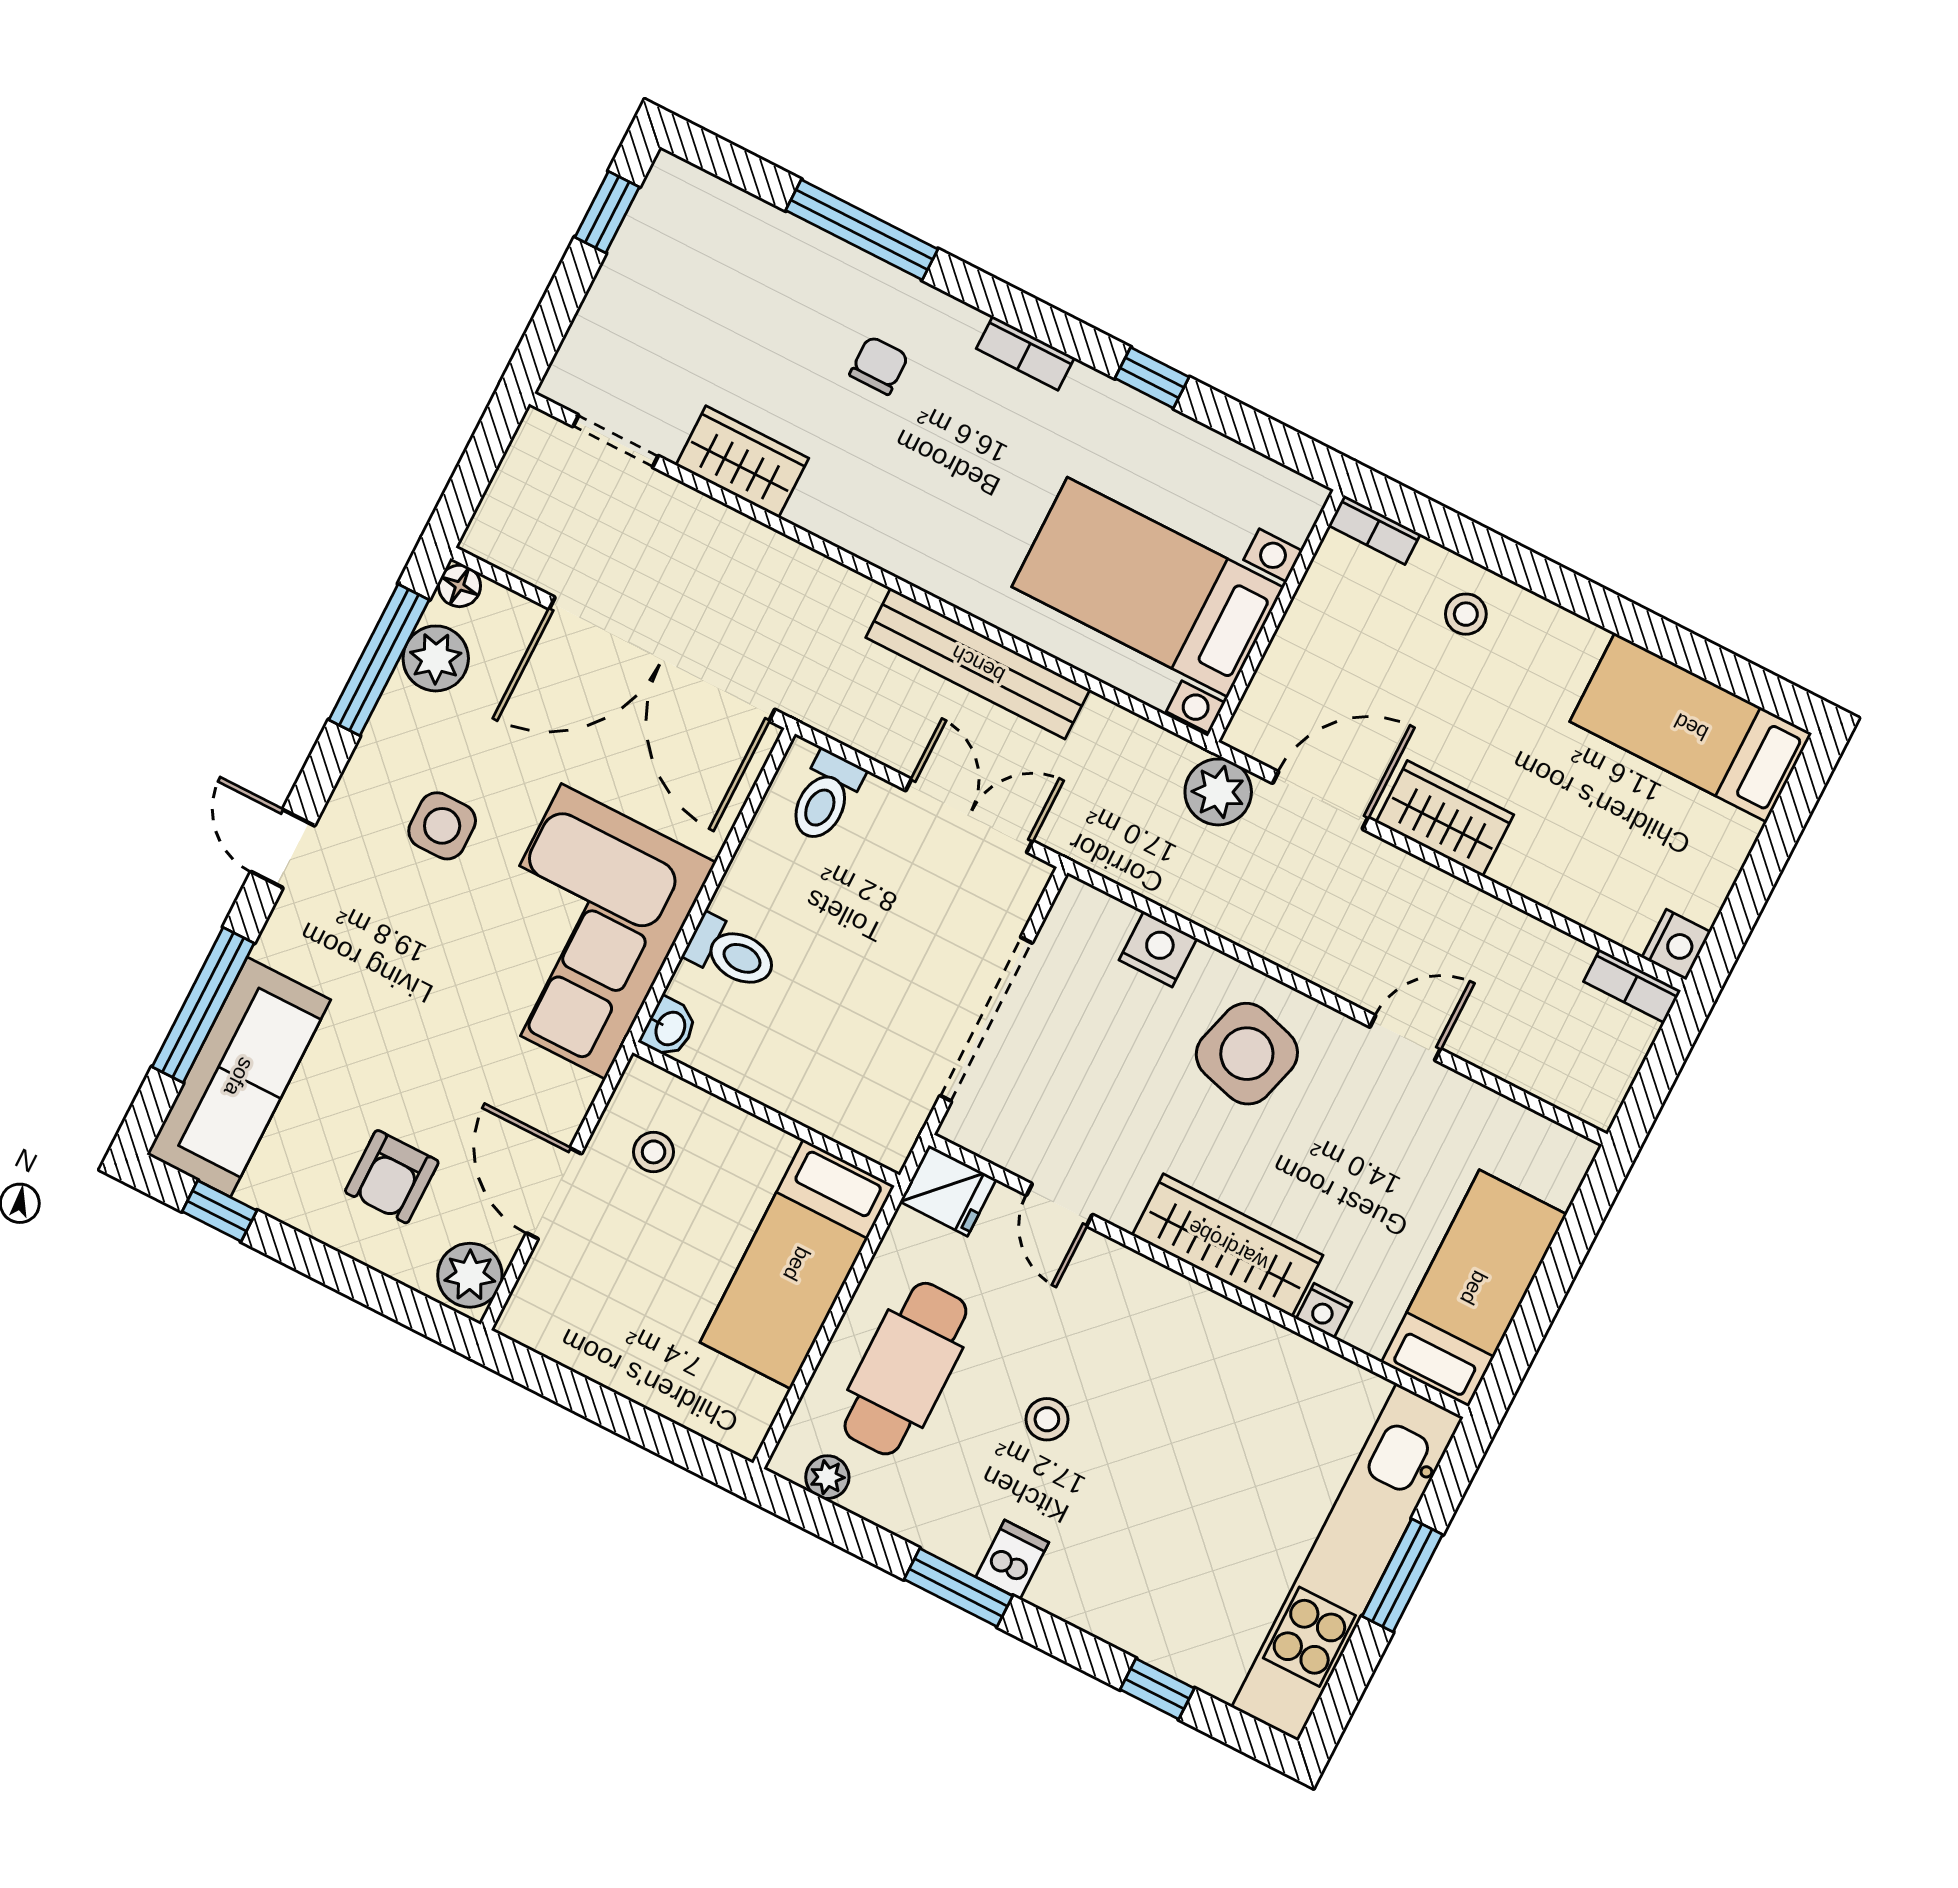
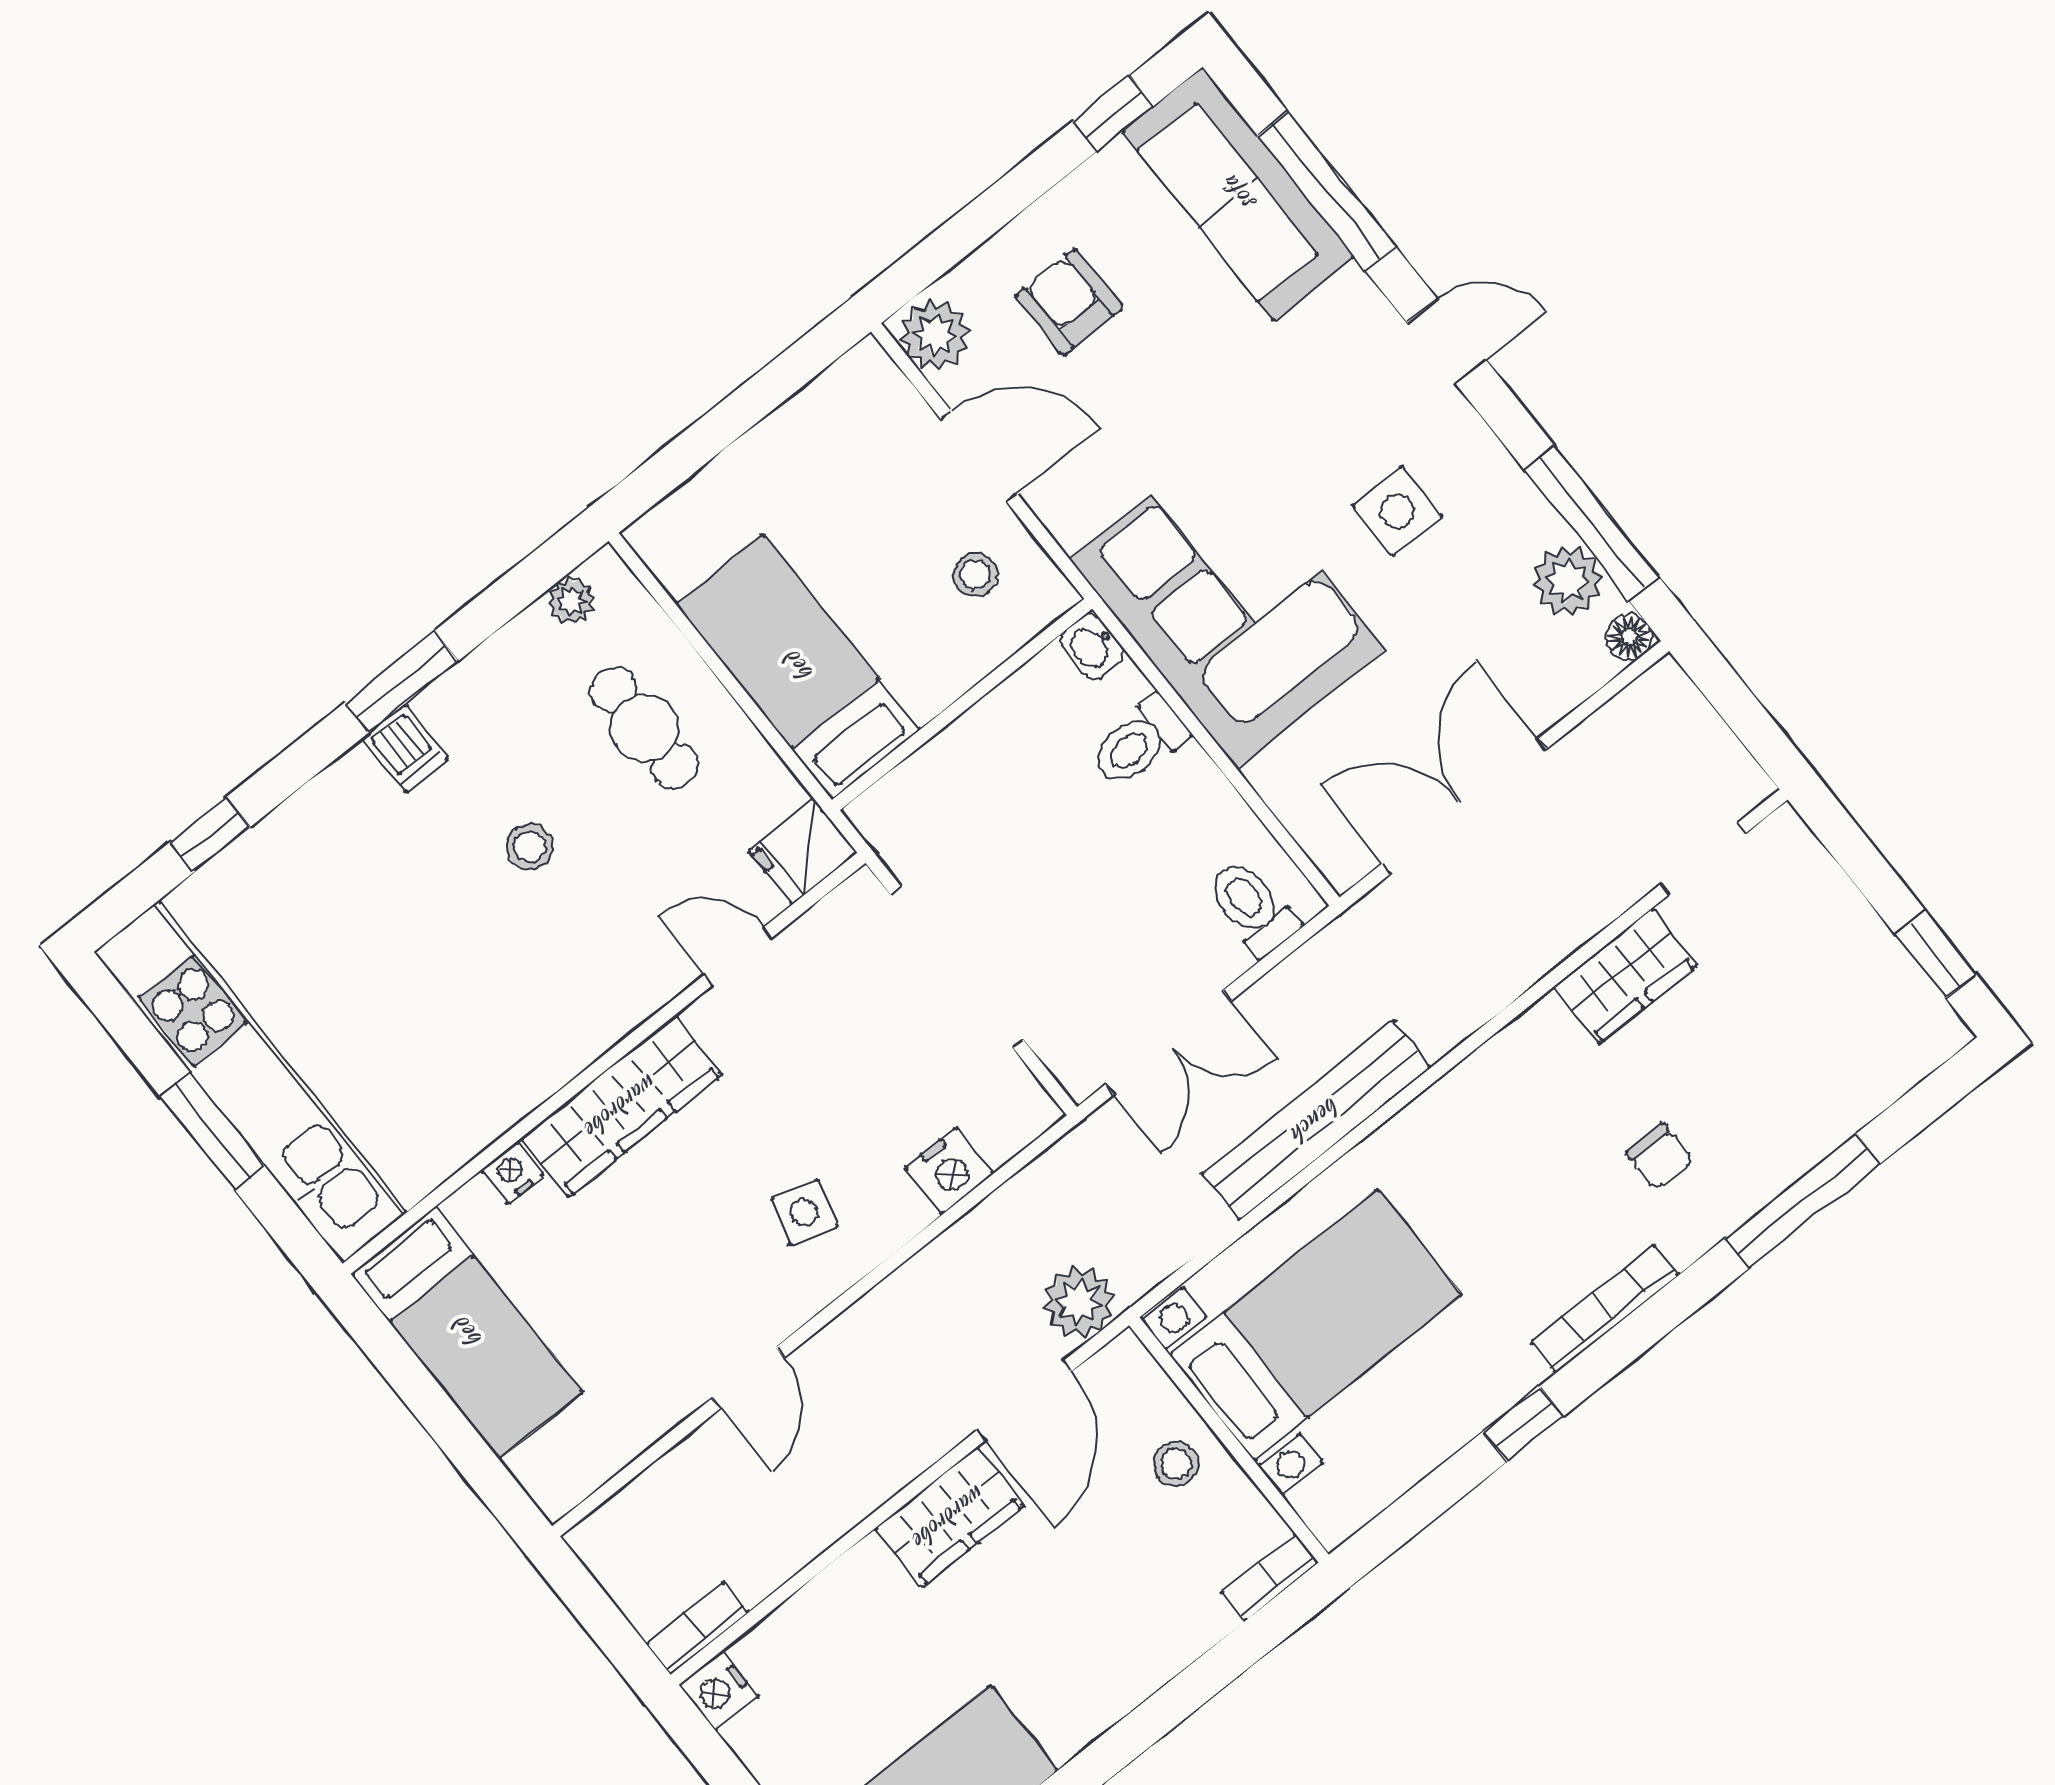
bookcase: (1025, 353) -> (1605, 1309), width x1.56
stool: (1466, 614) -> (1176, 1464), moved
double door: (662, 659) -> (1464, 806), width x0.73
side table: (1247, 1054) -> (804, 1212), width x0.54, depth x0.54
cafe table: (905, 1369) -> (644, 728), width x0.73, depth x0.74

